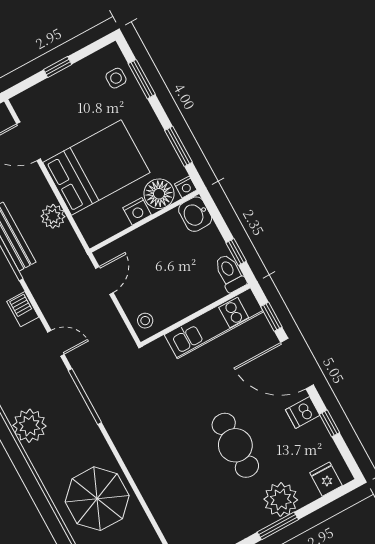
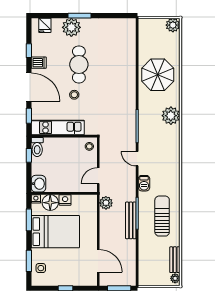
bed: (96, 167) -> (55, 232), moved, turned 180
plant: (53, 216) -> (106, 203), moved
stool: (216, 392) -> (74, 95), added
plant: (29, 426) -> (171, 116), moved

